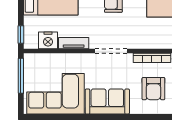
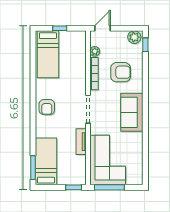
nightstand: (48, 40) -> (79, 164), removed
corner sofa: (56, 94) -> (108, 160), moved, turned 180

